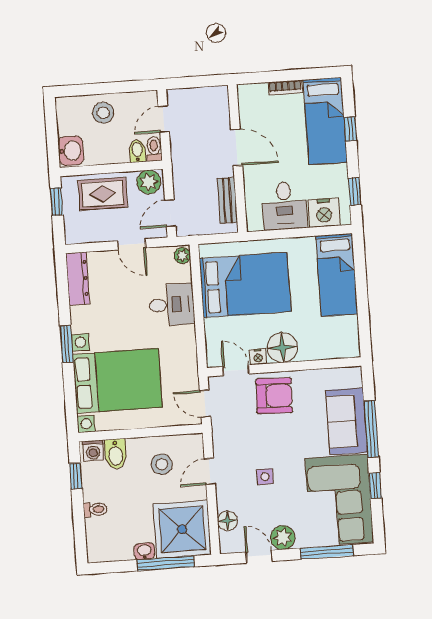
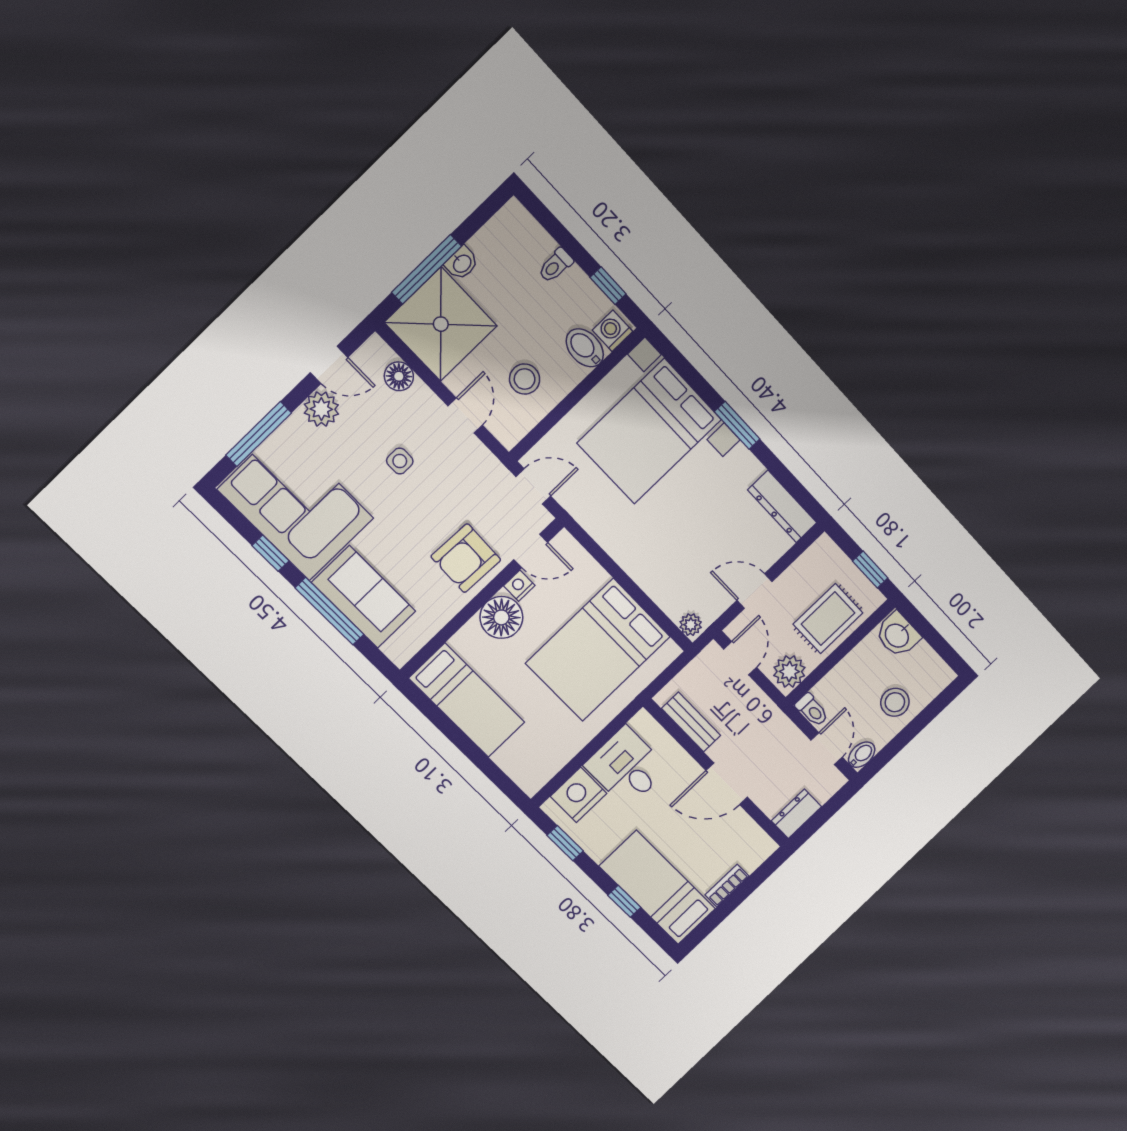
dresser: (212, 96) -> (796, 814), added
bidet: (137, 151) -> (862, 755), moved, turned -90
bed: (337, 275) -> (467, 700), moved, turned 180
desk: (172, 305) -> (659, 563), removed

